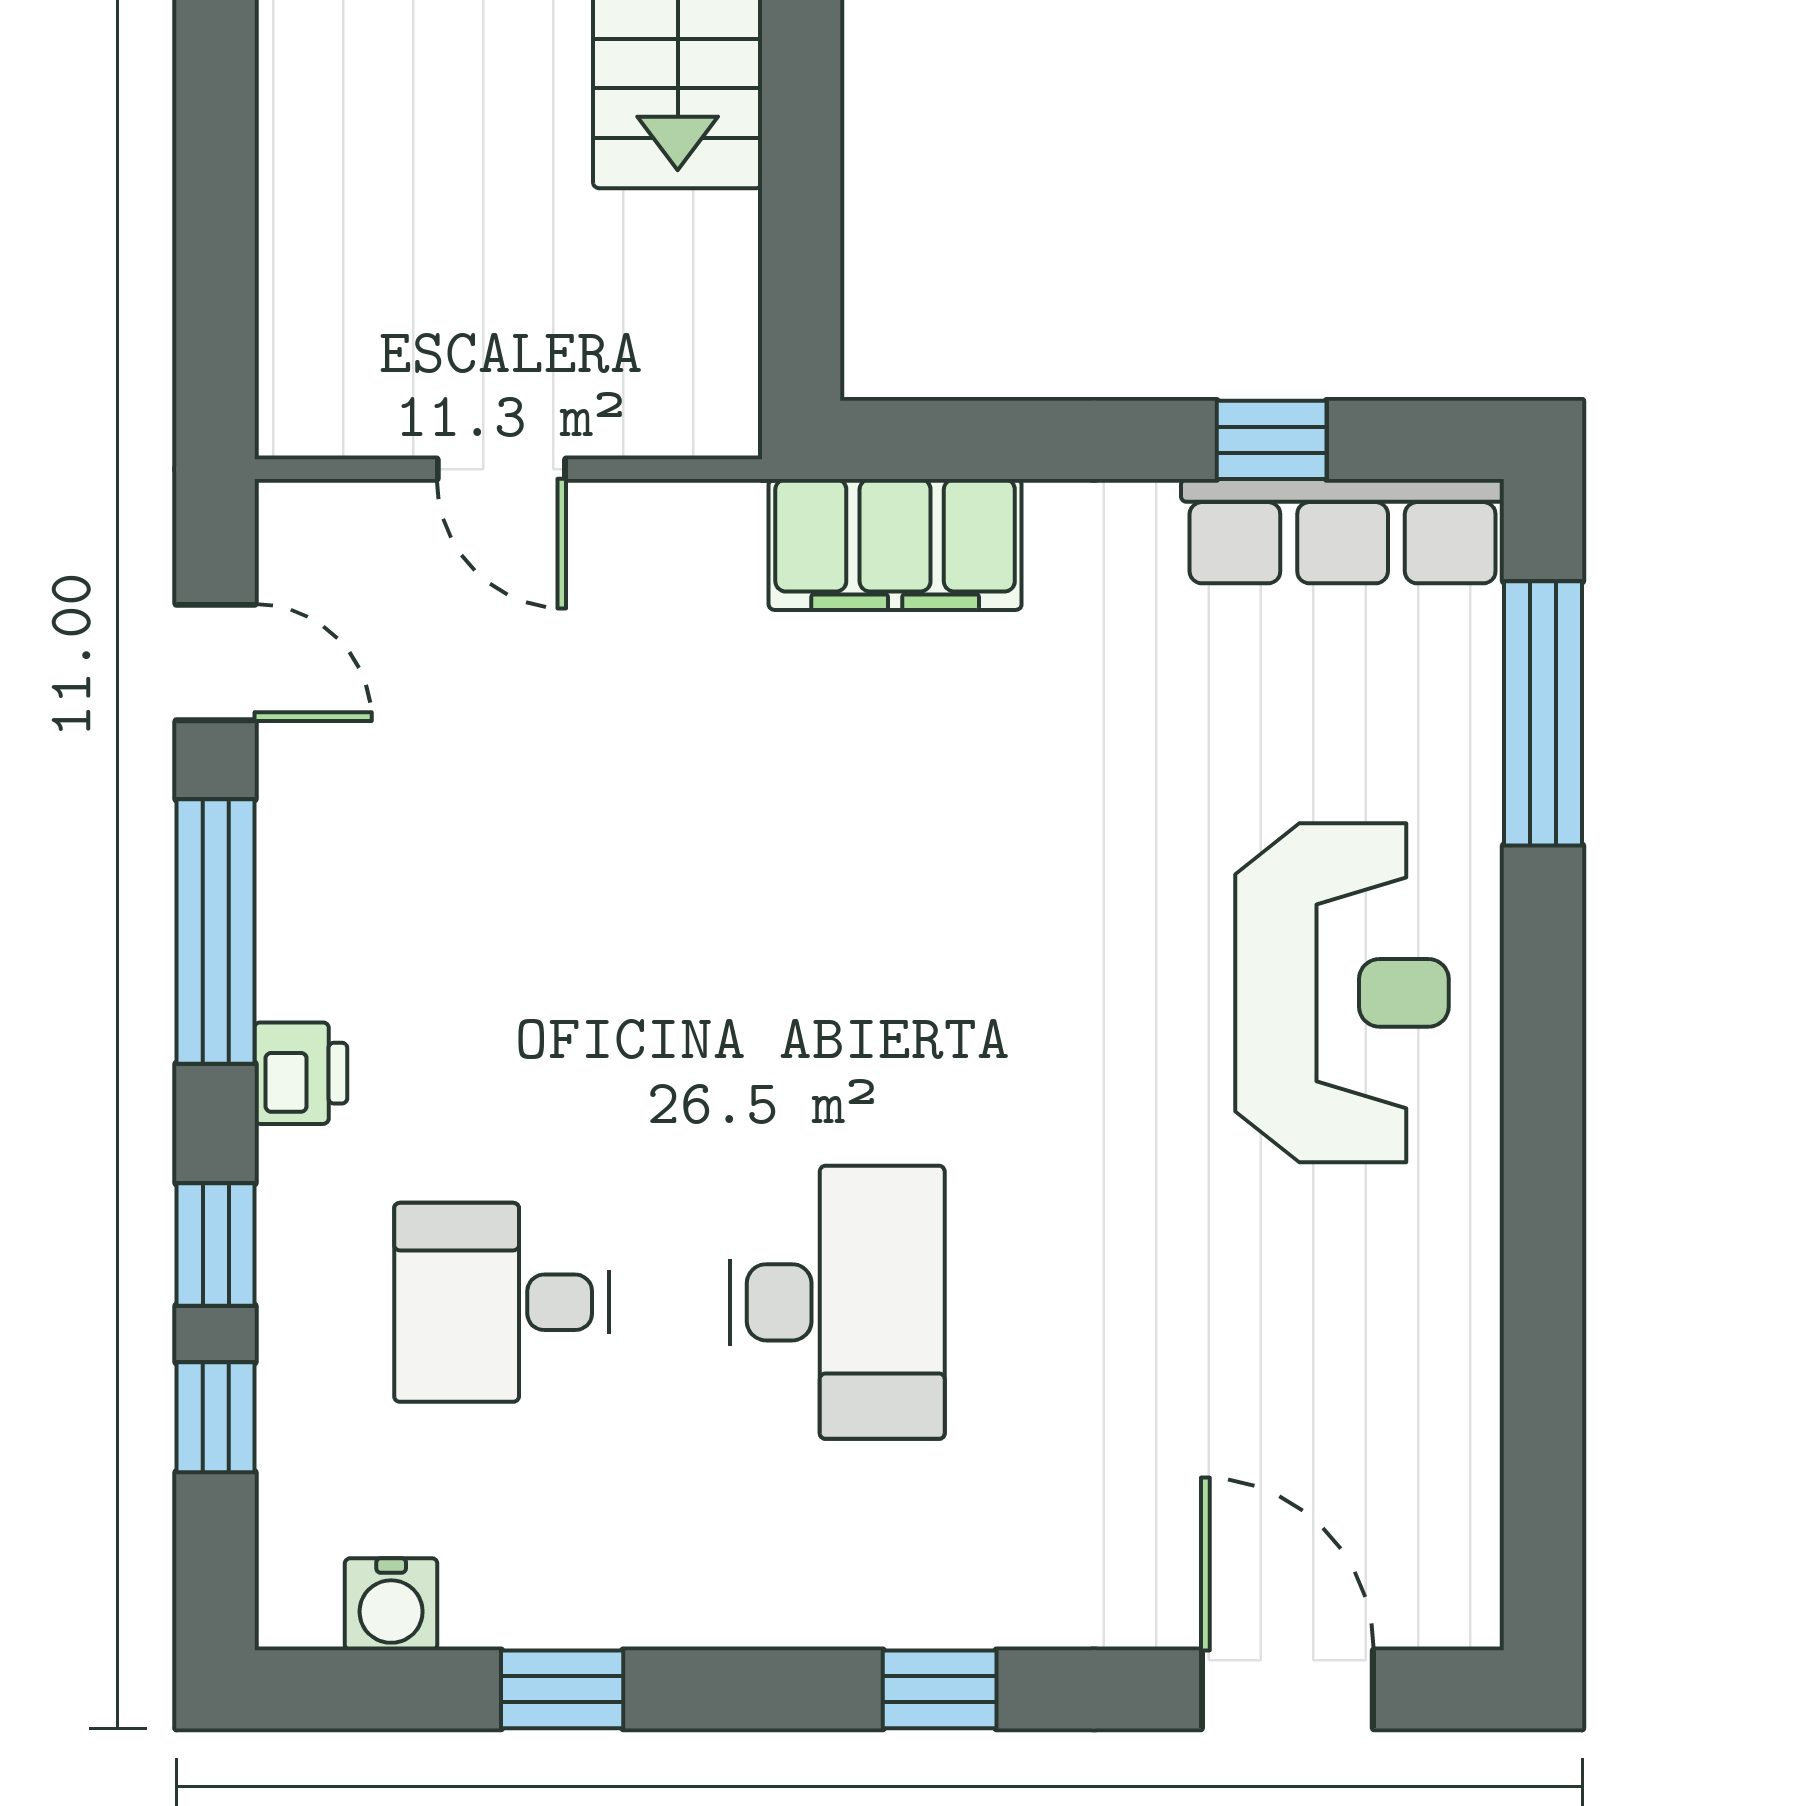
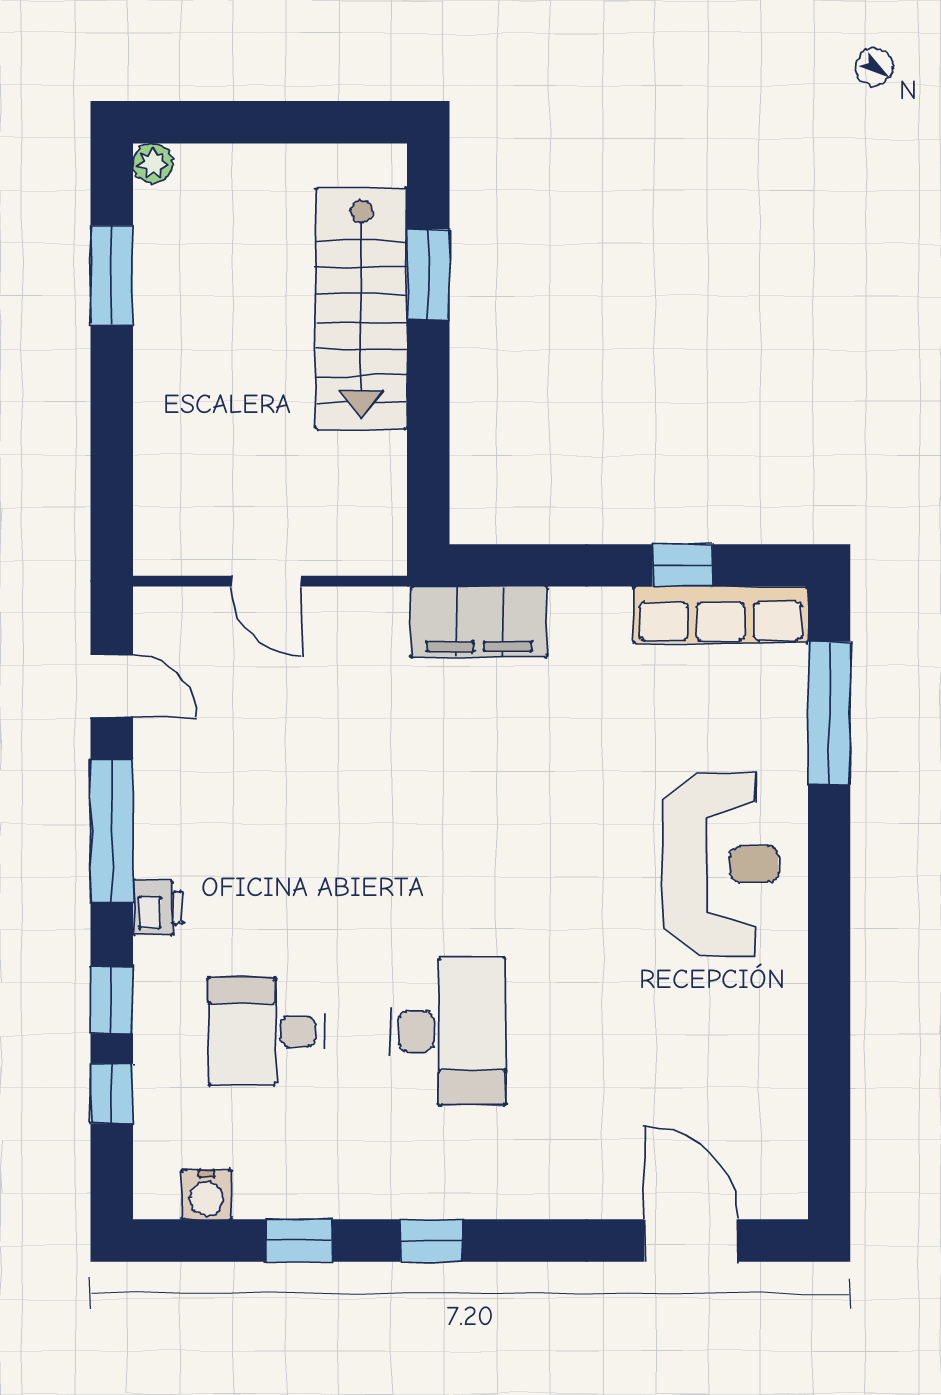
window: (940, 1689) -> (431, 1241), moved

